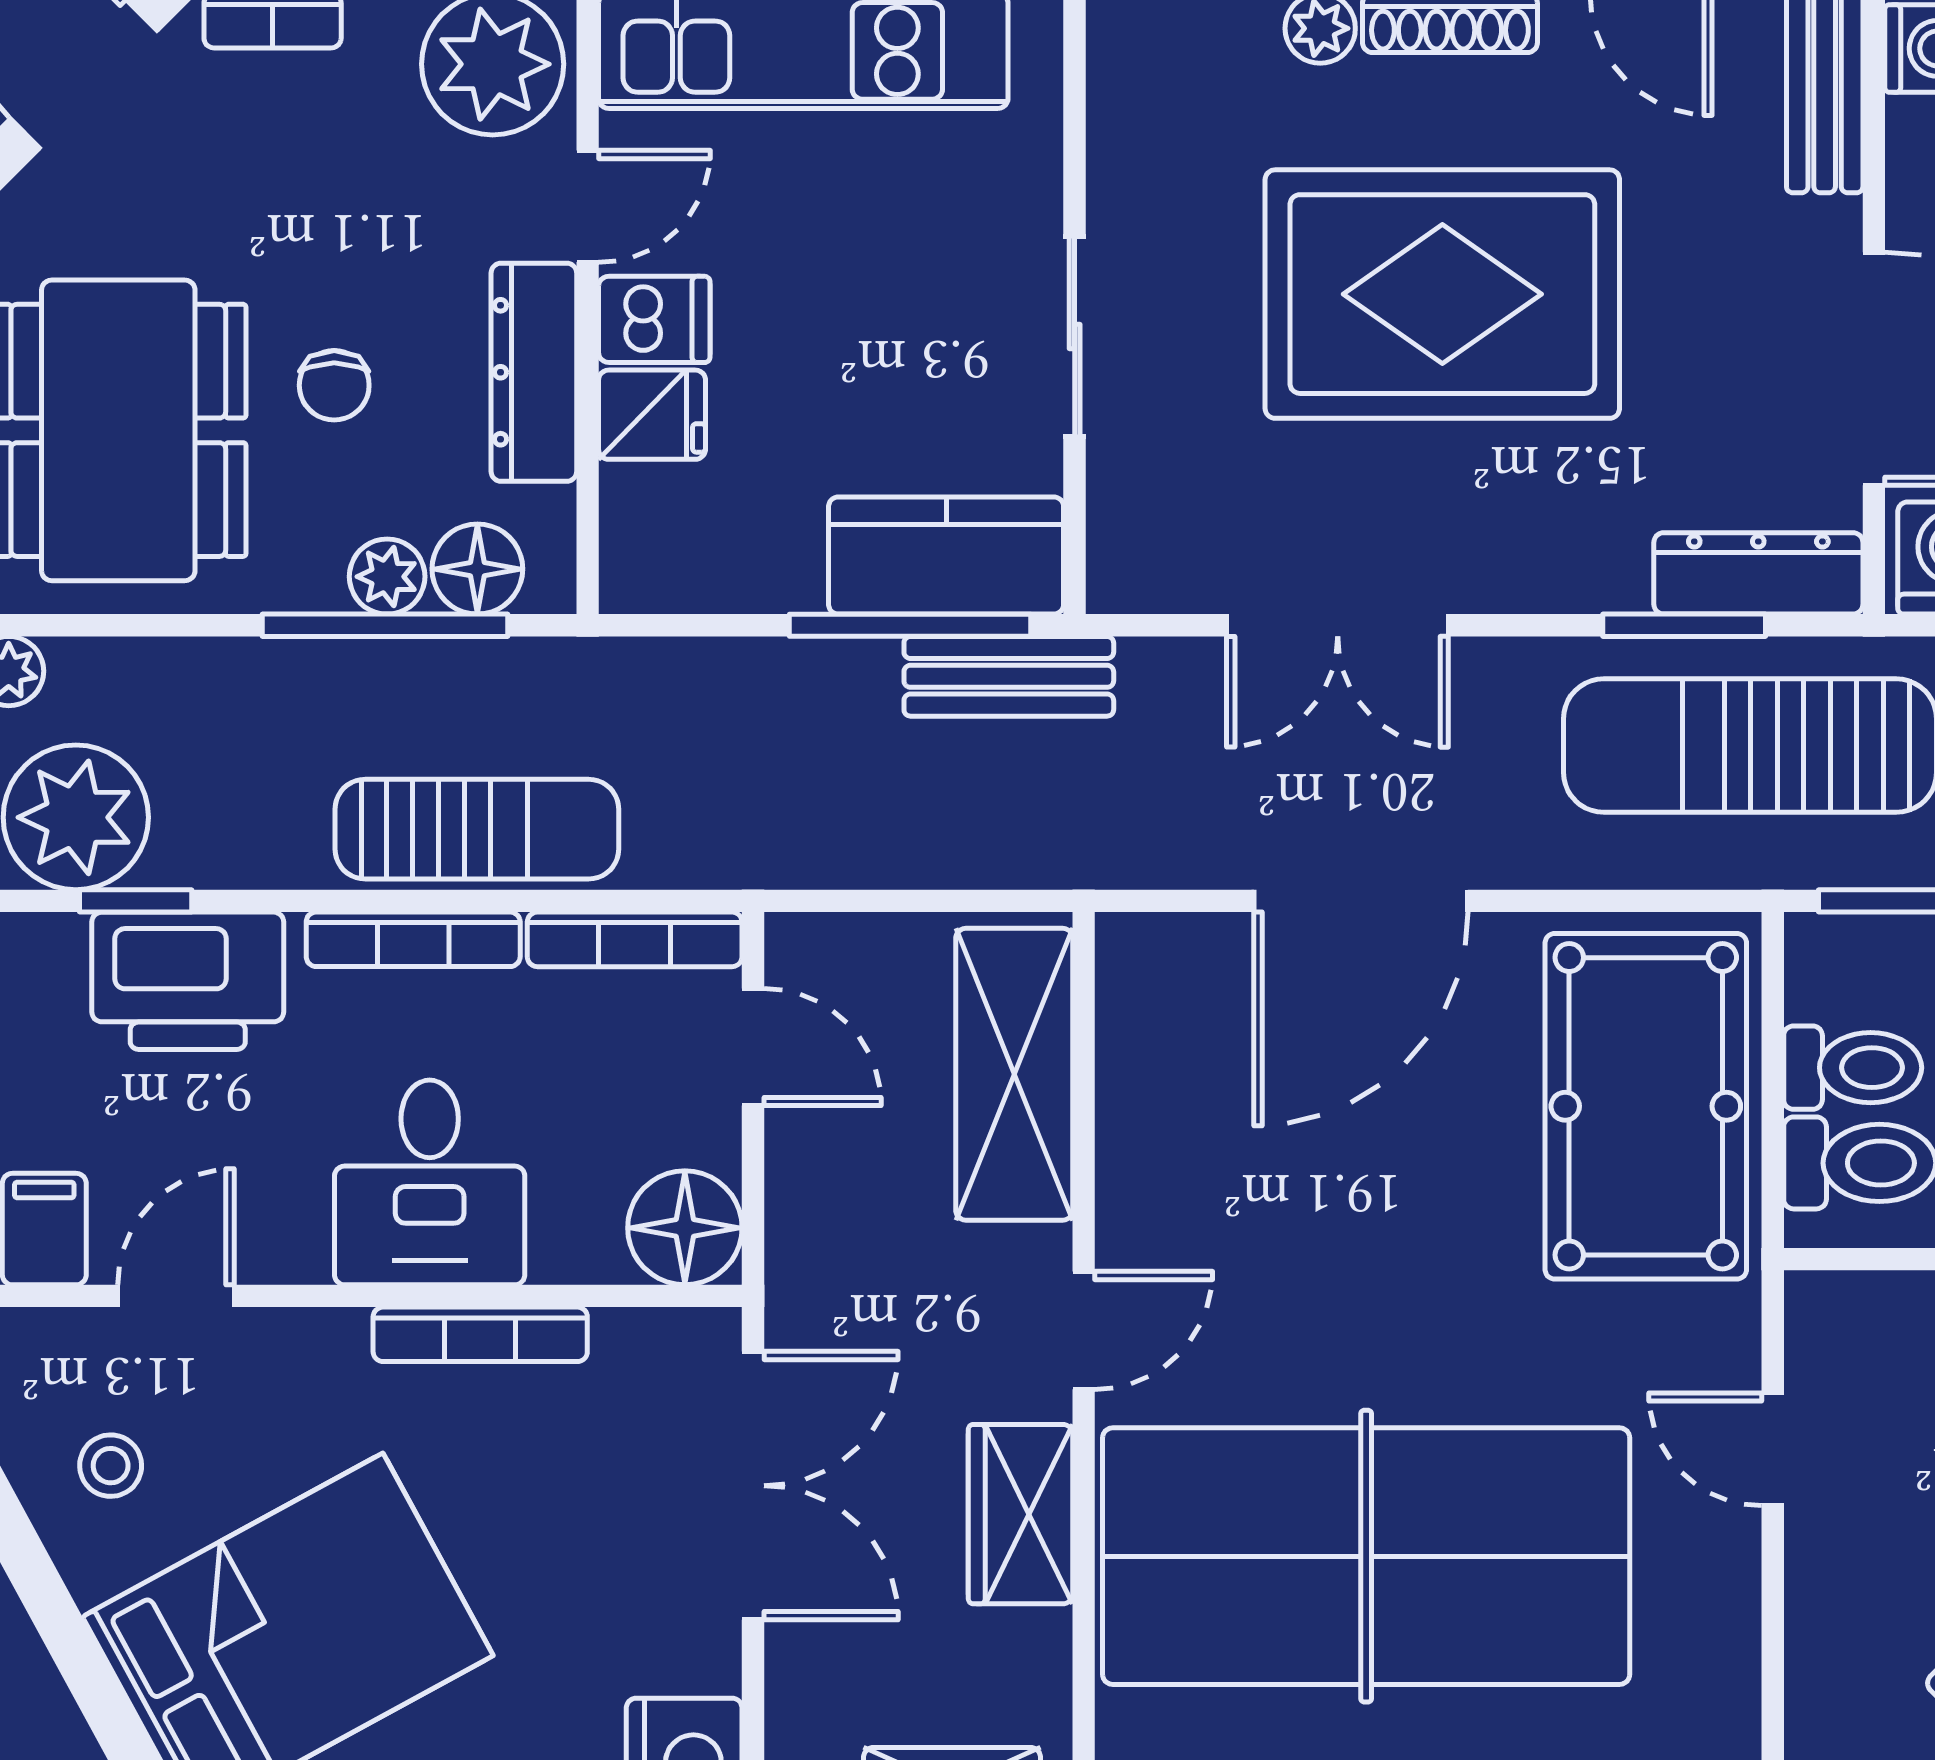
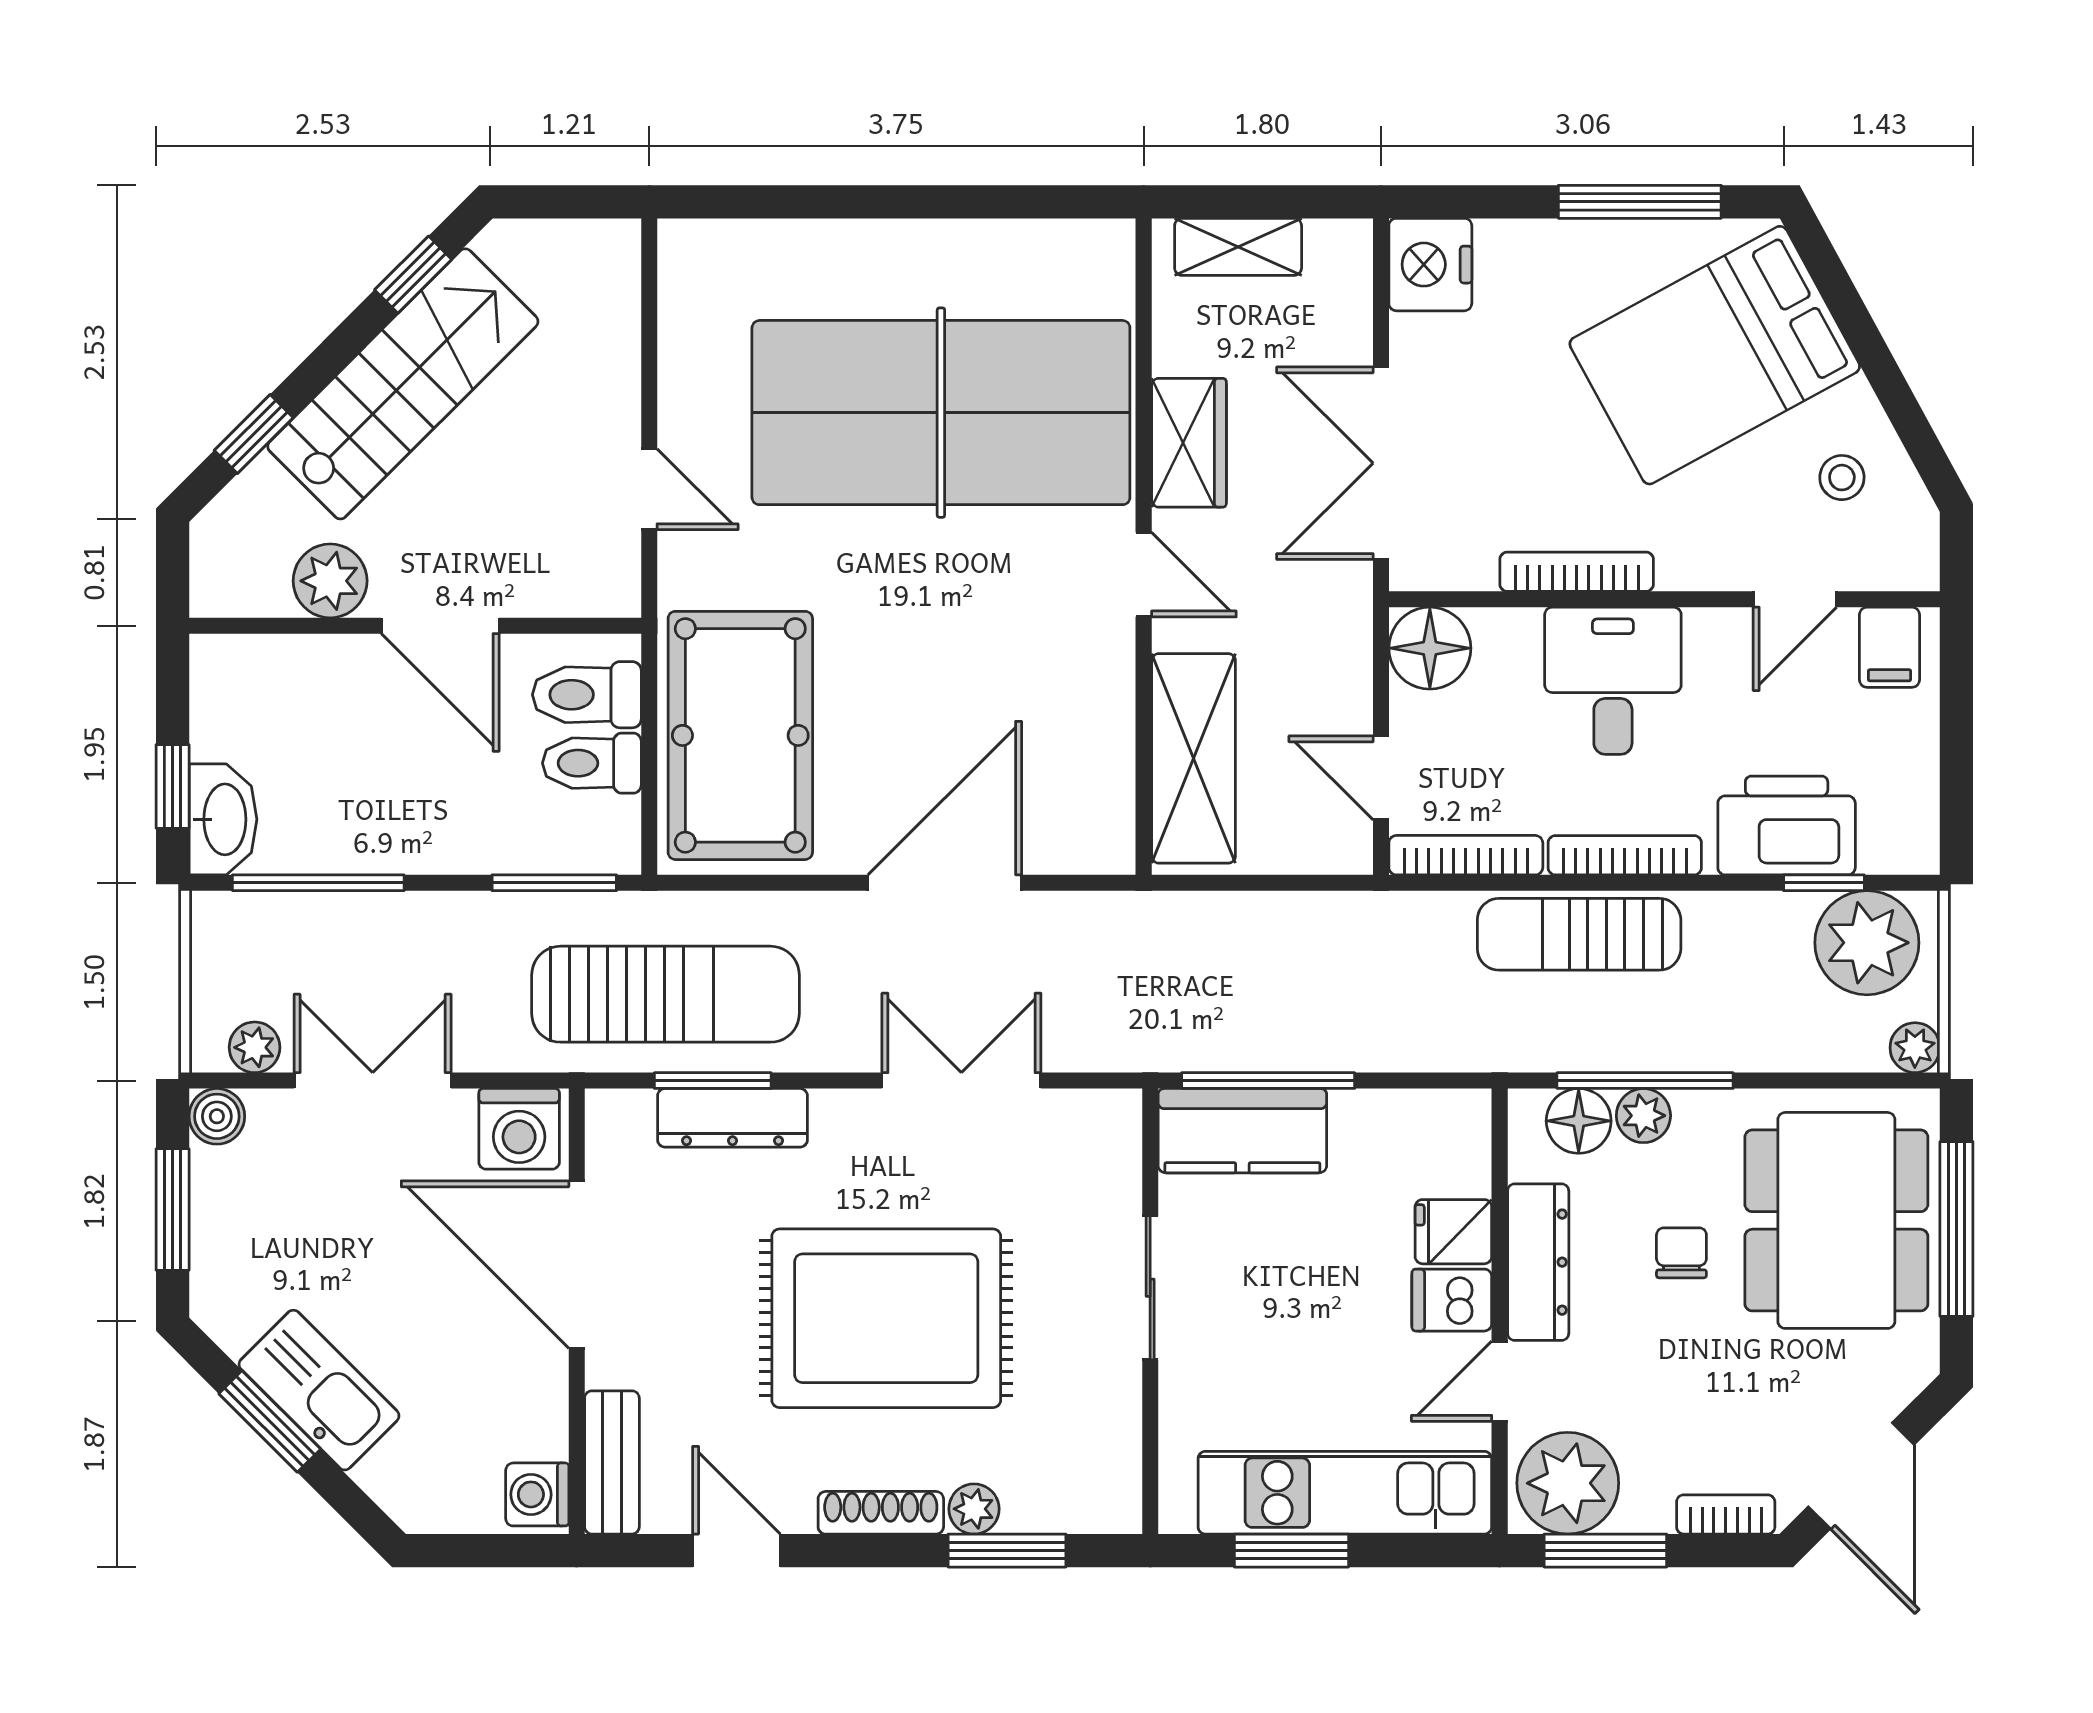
dresser: (1758, 573) -> (732, 1118), moved
bench: (1009, 676) -> (1197, 1044), removed
door: (1084, 1330) -> (1144, 575), swing flipped

